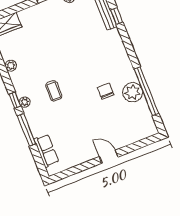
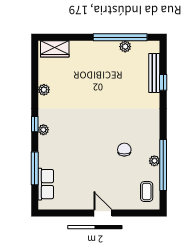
coffee table: (54, 91) -> (147, 192), moved
plant: (133, 92) -> (154, 161), width x0.53, depth x0.53
window: (27, 130) -> (35, 168), moved

